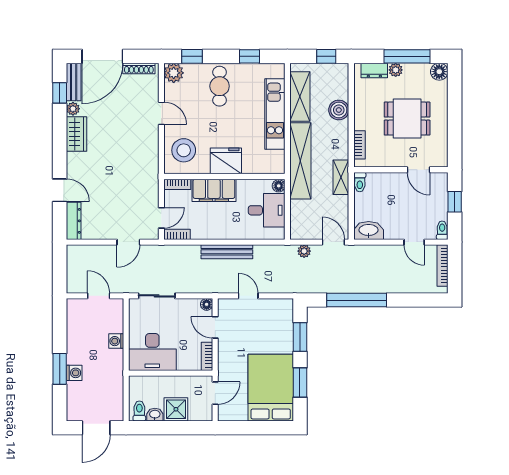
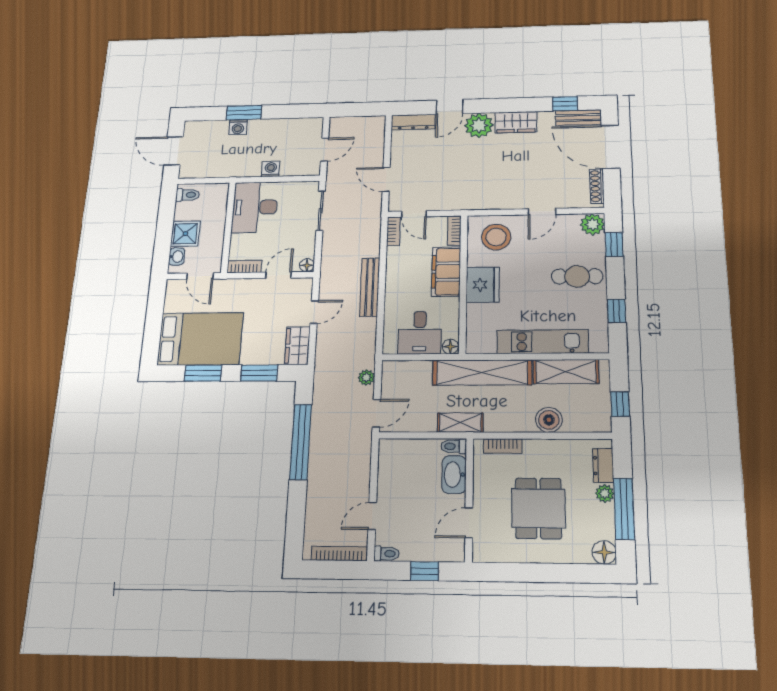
plant: (73, 109) -> (479, 125), moved, width x1.87, depth x1.87
washbasin: (369, 231) -> (454, 475), moved, turned 180
wardrobe: (277, 308) -> (297, 346), added
washbasin: (155, 415) -> (177, 257), moved

